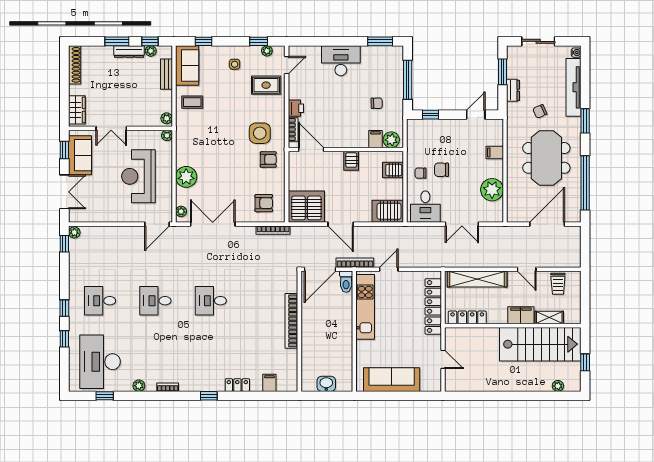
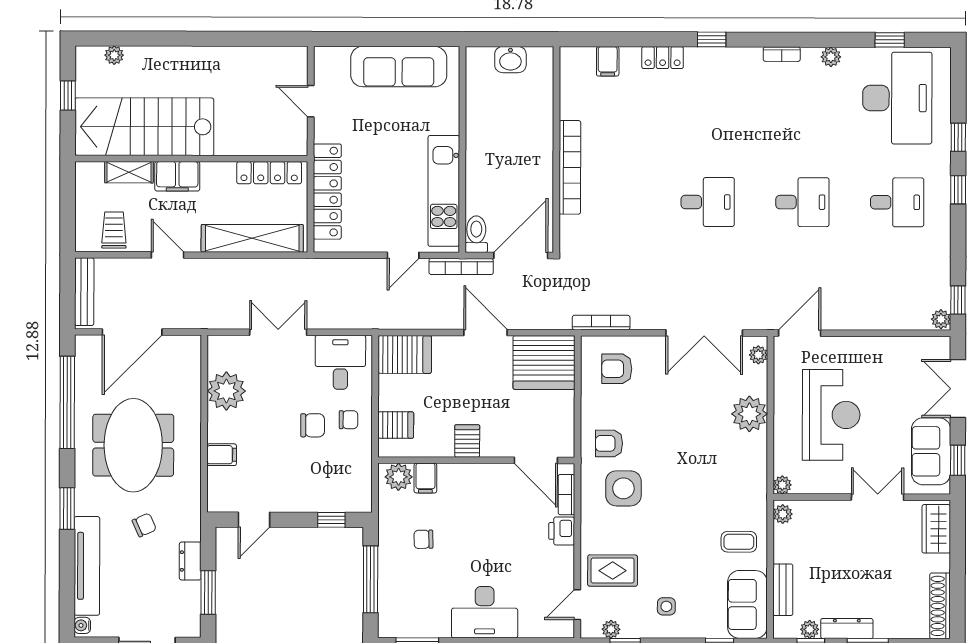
bench: (575, 248) -> (84, 292), added

